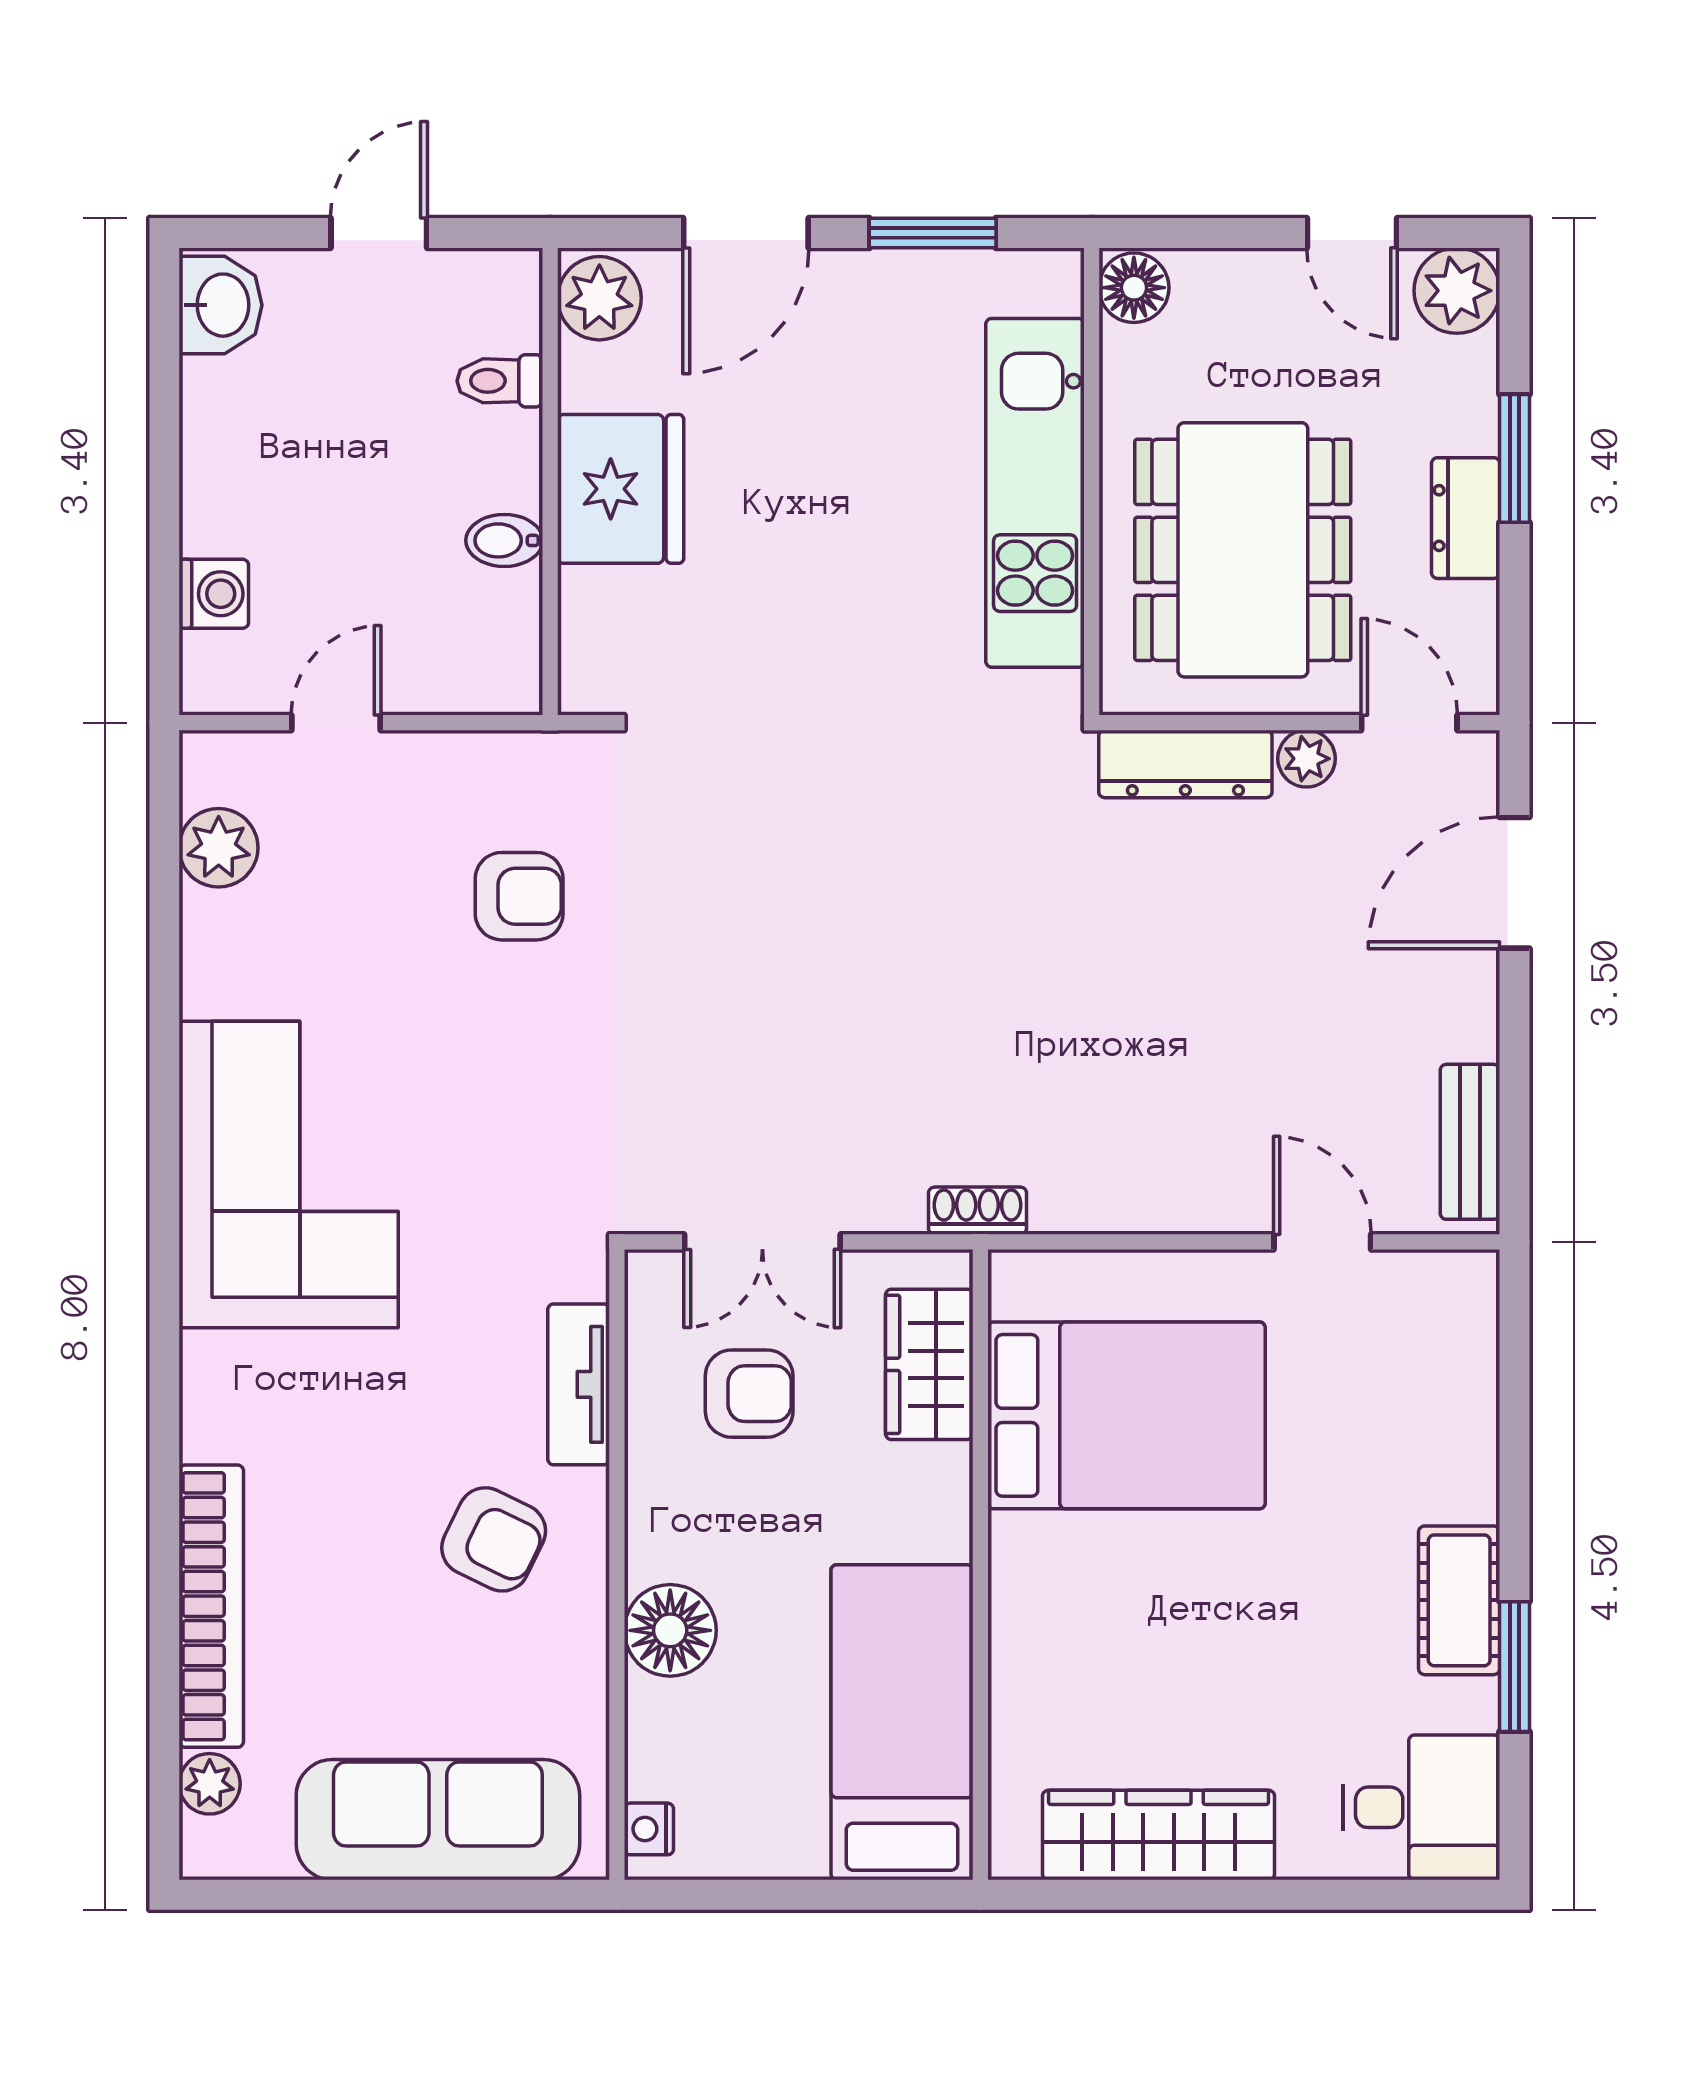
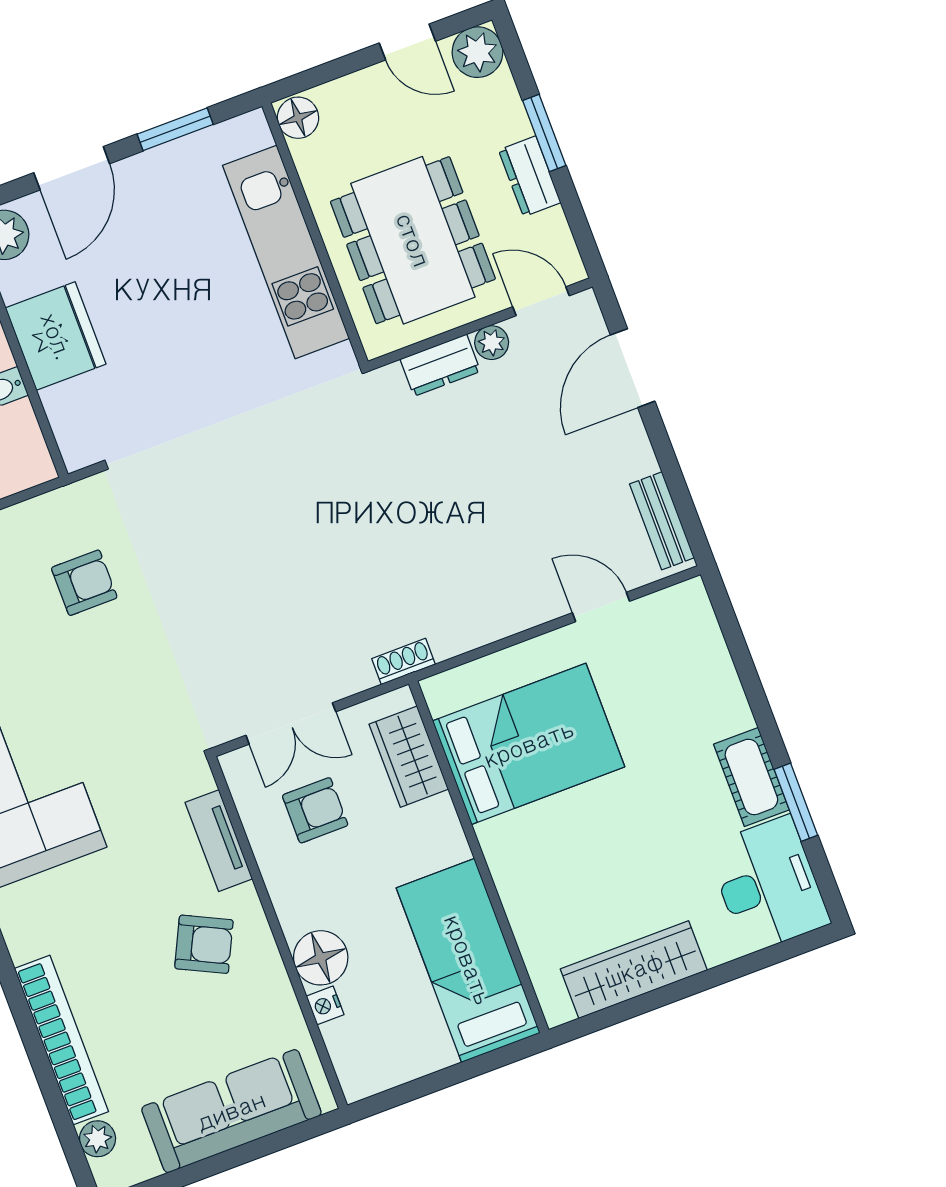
dresser: (1185, 764) -> (440, 365), width x0.70
desk: (1421, 1807) -> (768, 885), width x1.37
nightstand: (649, 1829) -> (325, 1005), moved

